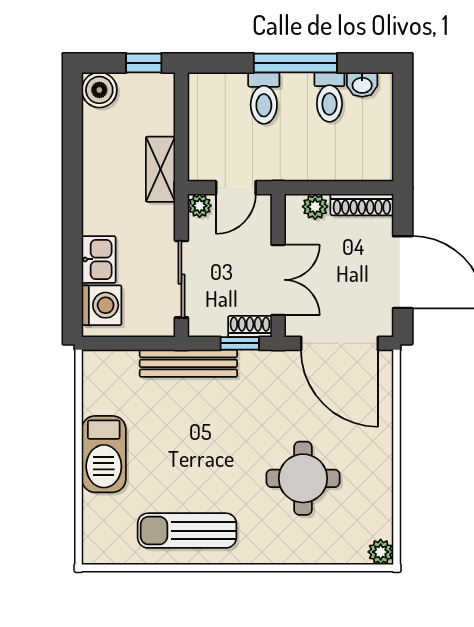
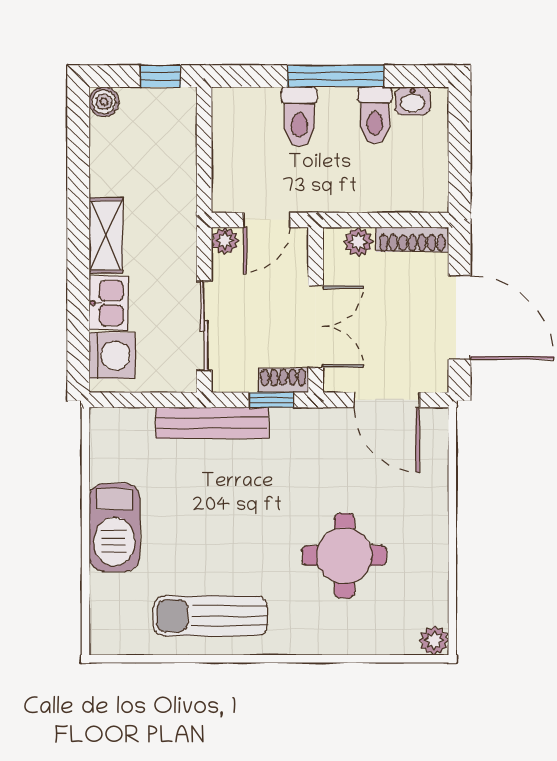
boiler: (99, 90) -> (104, 102), width x0.73, depth x0.73
shelving: (161, 169) -> (106, 235), moved
door: (339, 343) -> (387, 400), width x0.73

